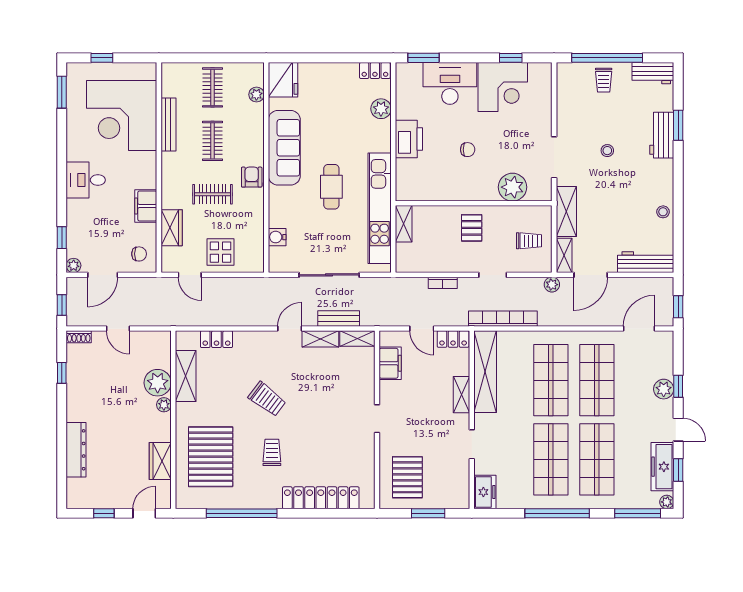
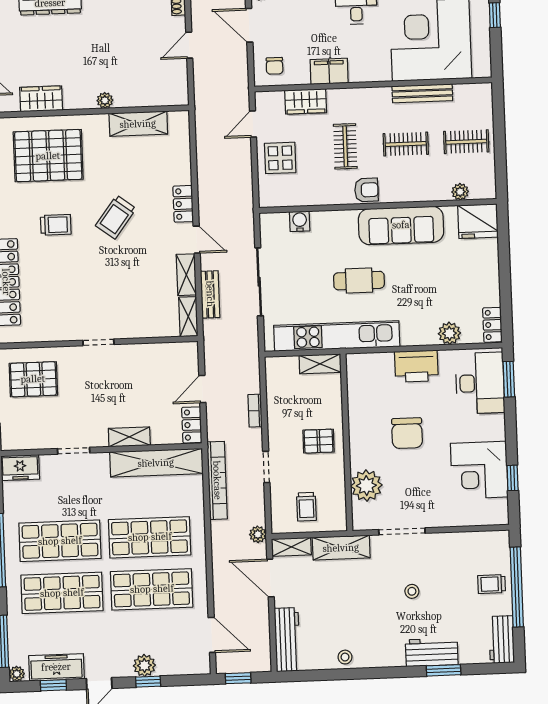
desk: (450, 83) -> (480, 383), moved
chair: (468, 150) -> (407, 433), width x1.87, depth x1.87
locker: (216, 339) -> (183, 204), moved
filing cabinet: (390, 363) -> (162, 355), removed
plant: (158, 383) -> (130, 92), removed

